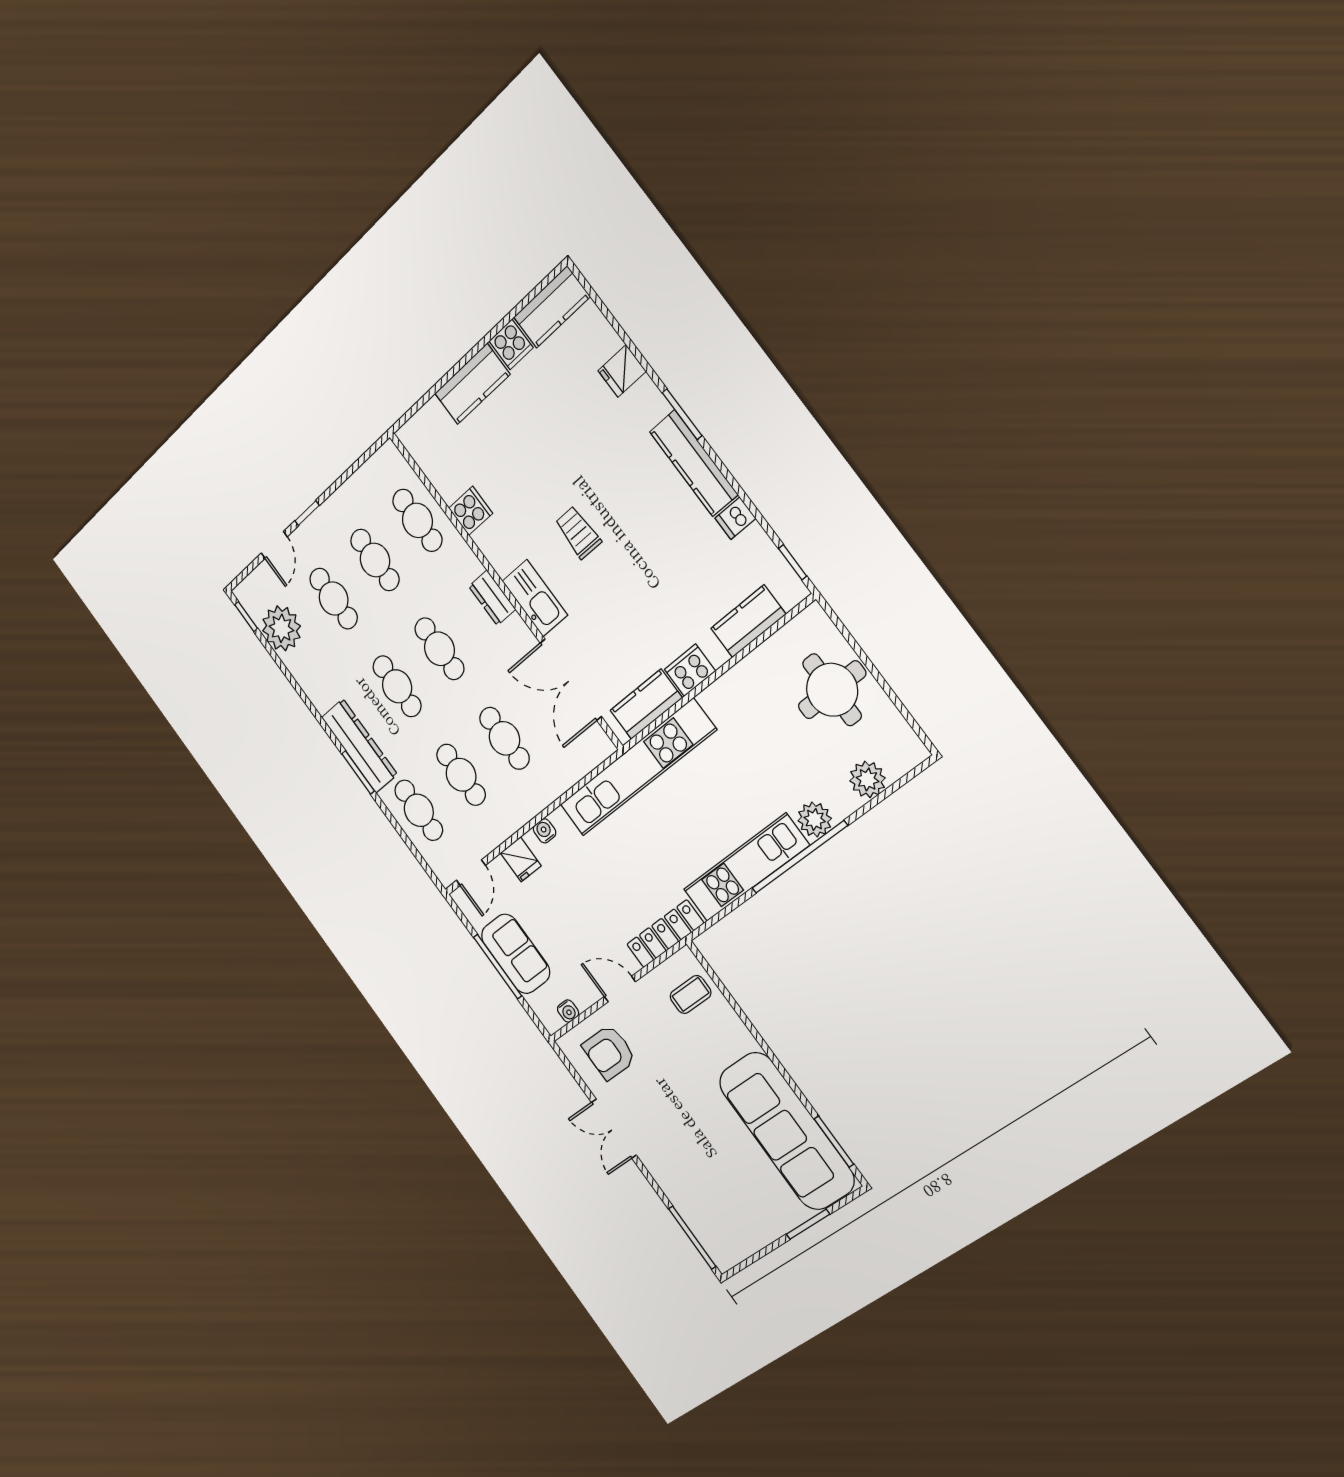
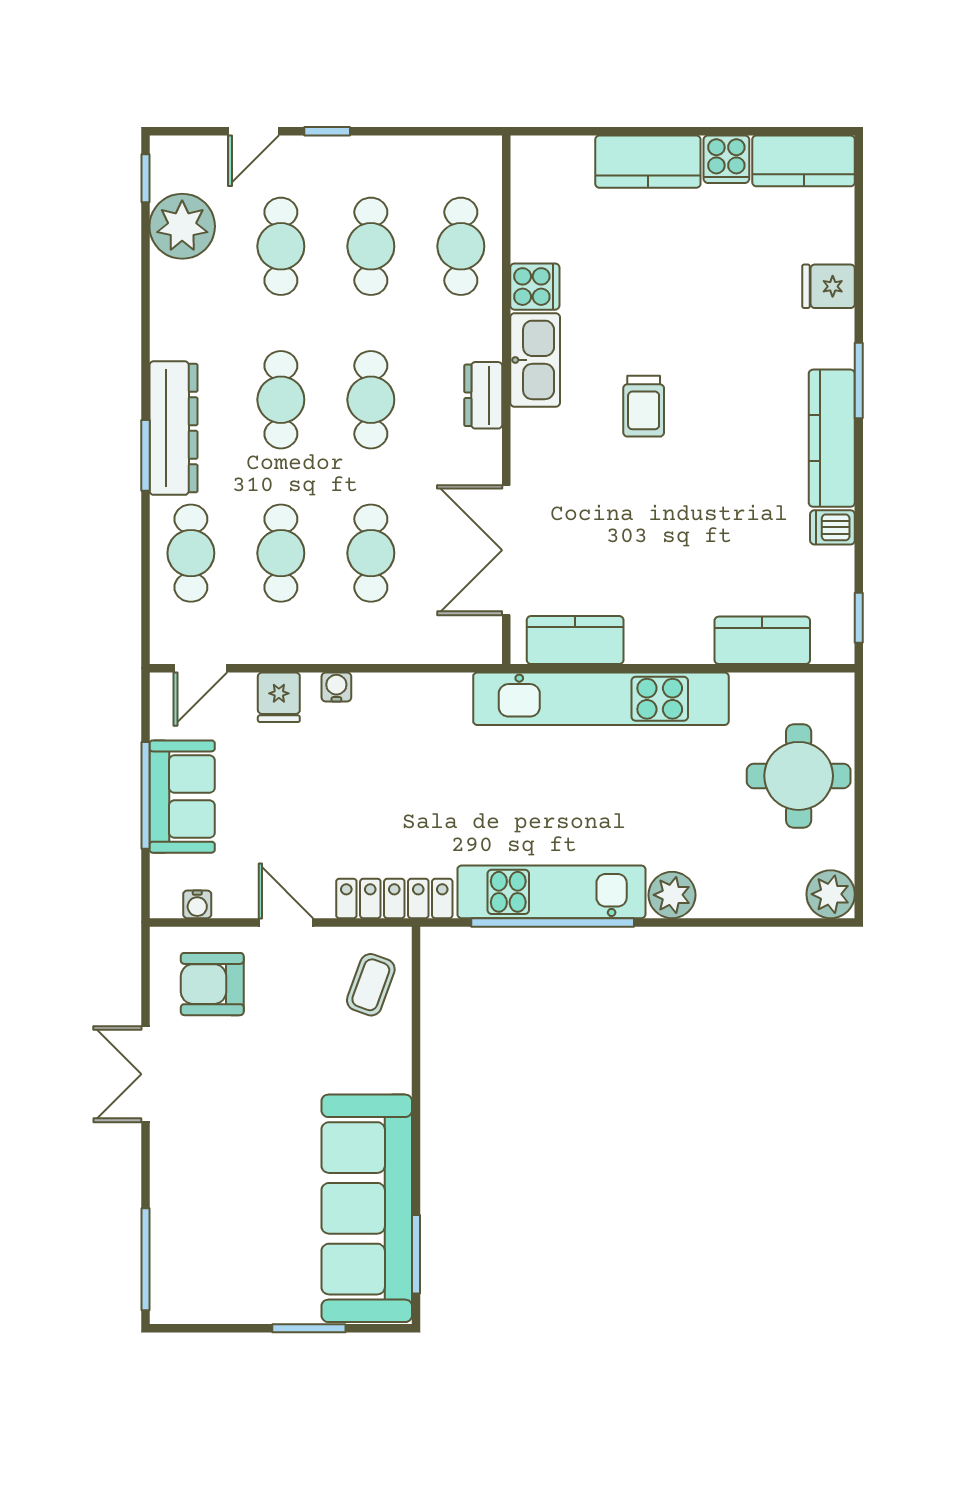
trolley: (578, 532) -> (644, 406), turned 180
kitchen sink: (535, 598) -> (535, 360), moved
cooker: (690, 670) -> (656, 642), removed
kitchen unit: (637, 768) -> (601, 699), moved
plant: (868, 779) -> (831, 894), moved
window: (799, 857) -> (553, 922), moved
coffee table: (691, 994) -> (371, 985), turned -70

